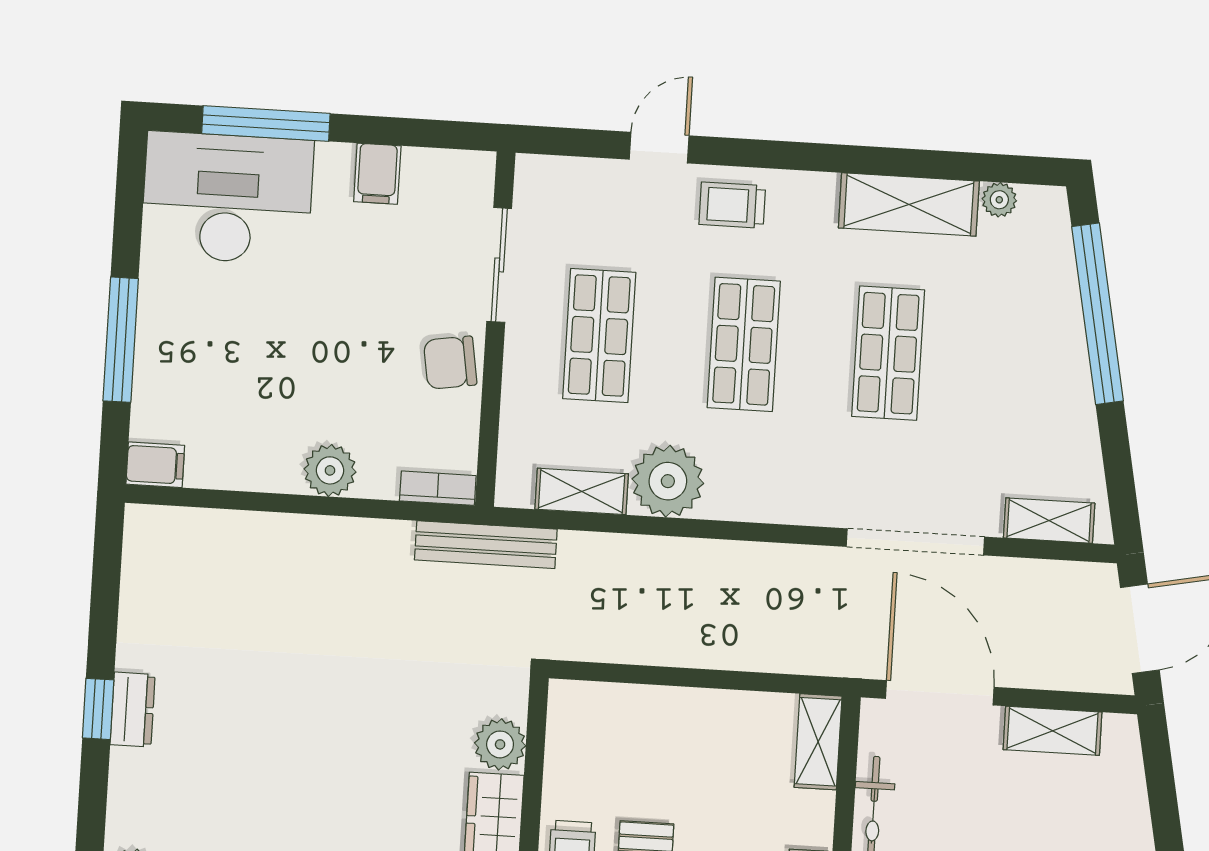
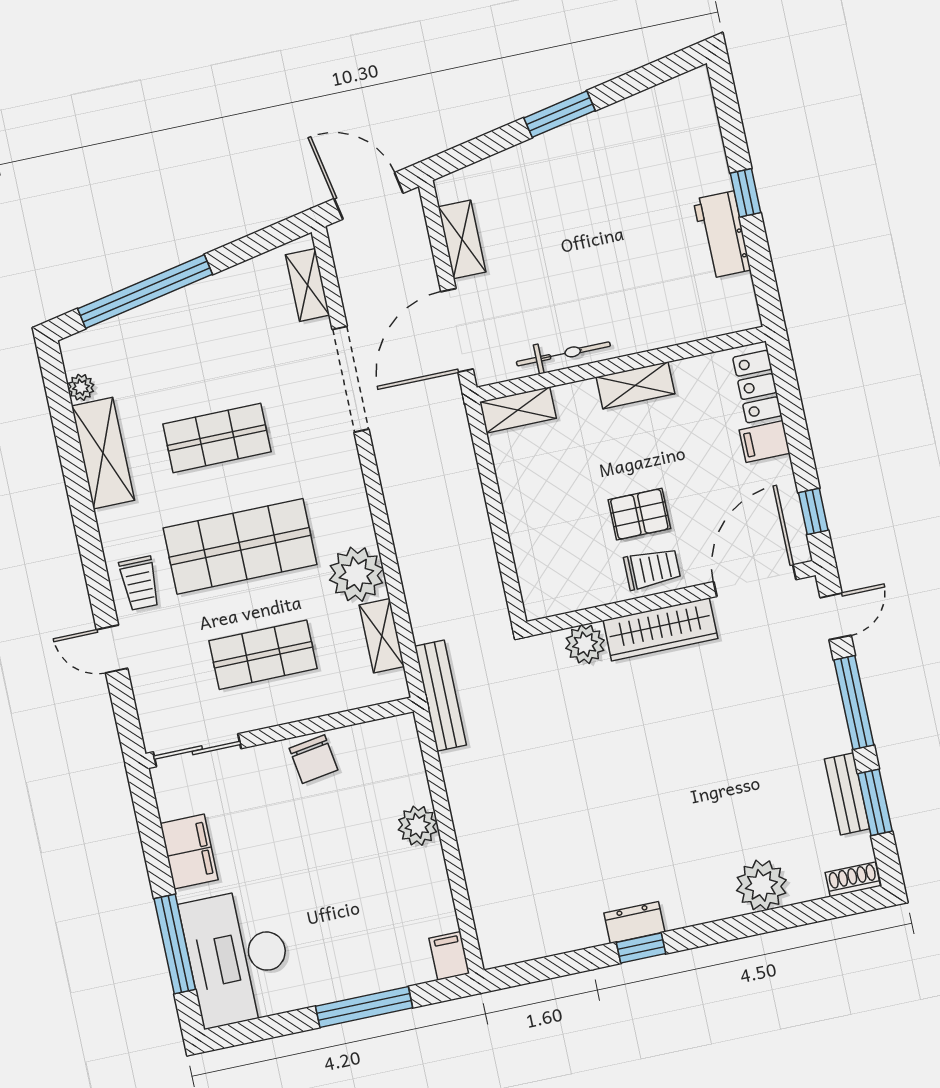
filing cabinet: (377, 174) -> (189, 852), width x2.00
sliding door: (499, 265) -> (197, 750), moved
shop shelf: (744, 344) -> (240, 546), width x1.43, depth x1.36
bookcase: (438, 488) -> (409, 743), removed

